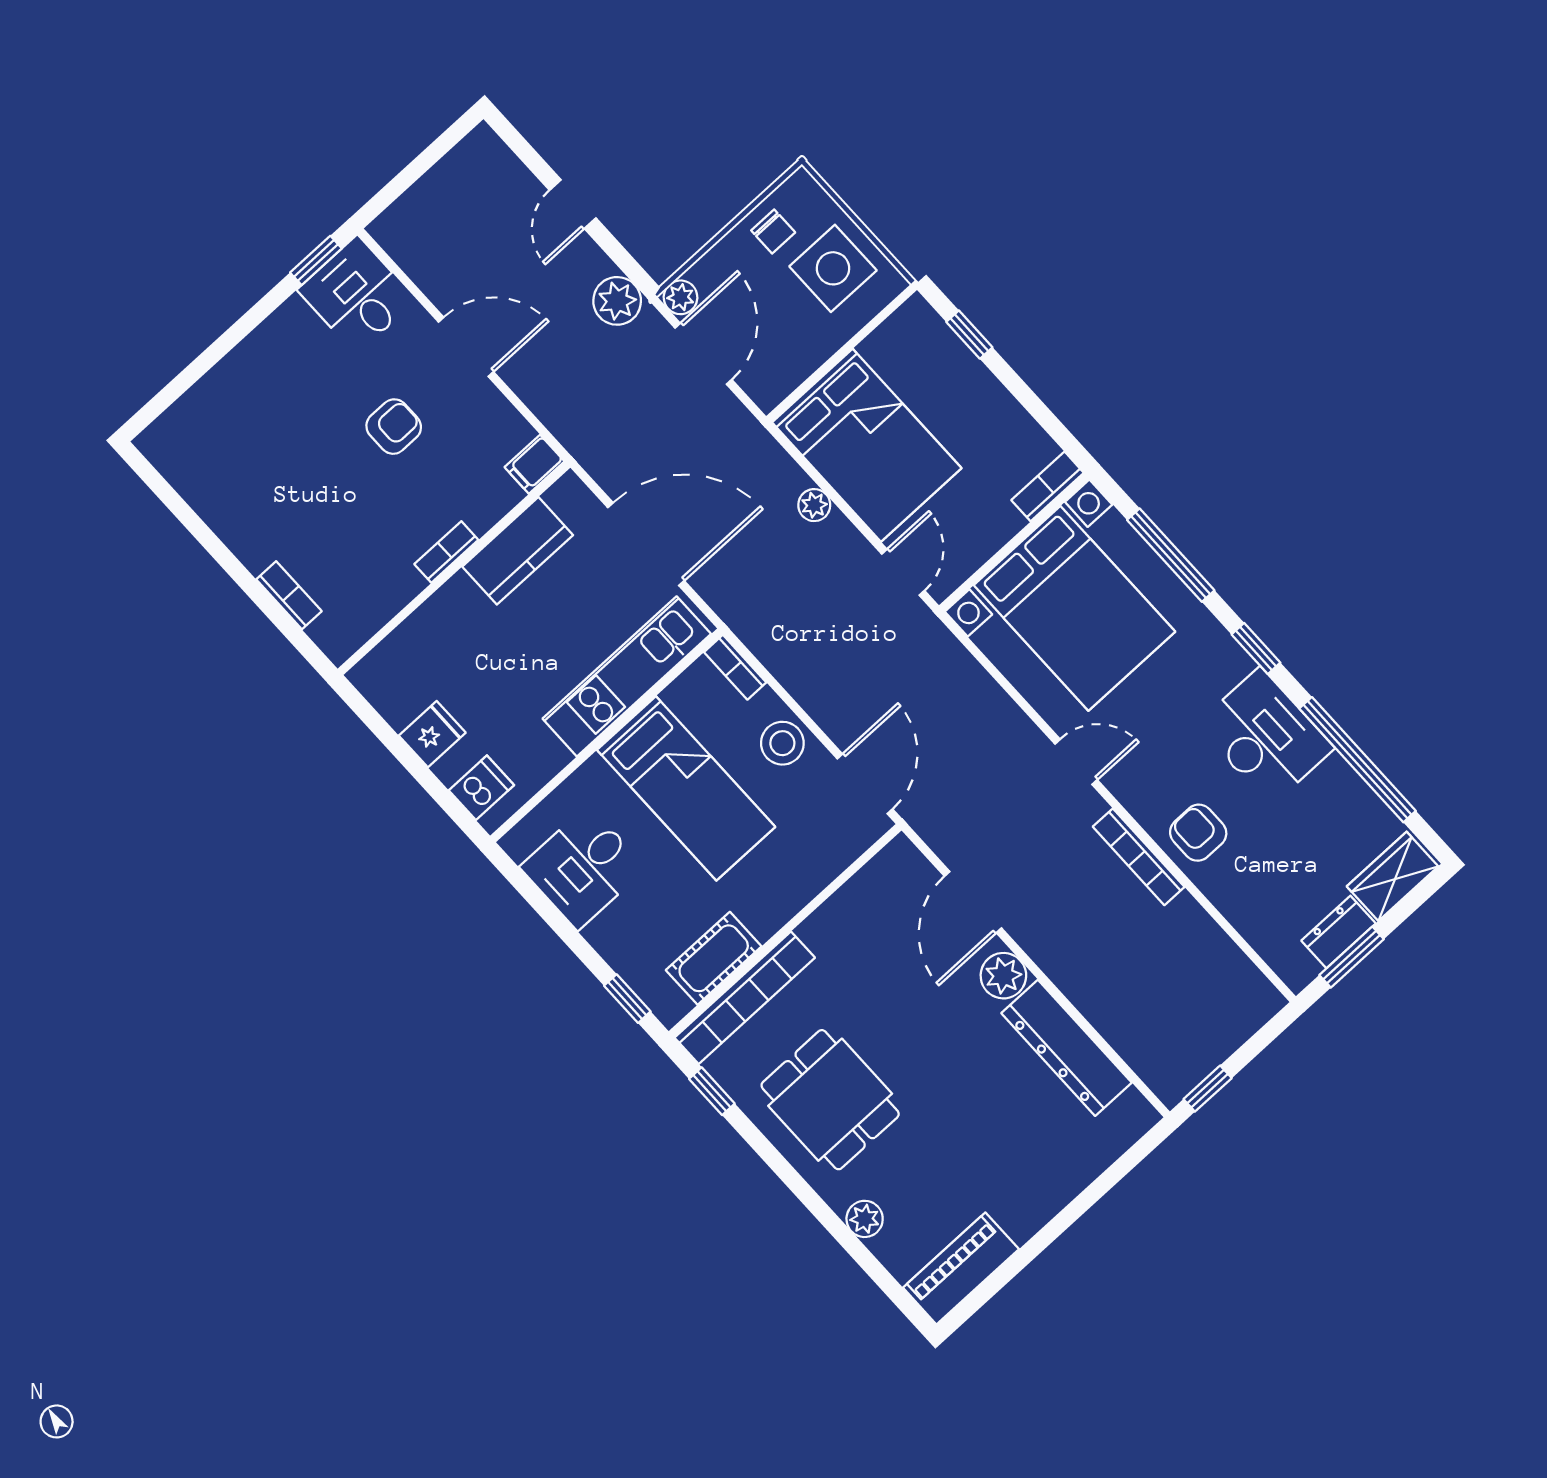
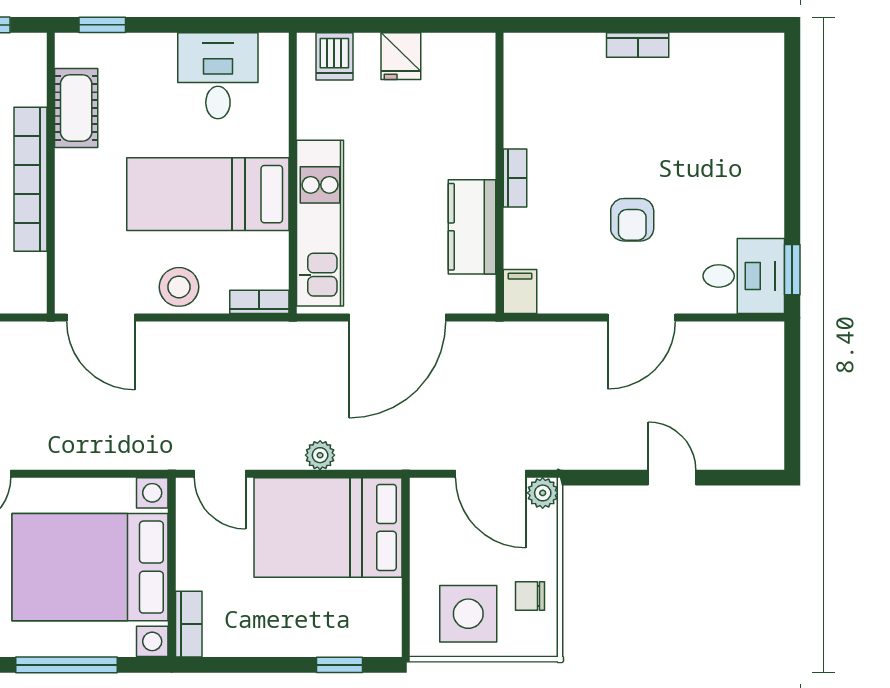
plant: (617, 301) -> (579, 448), removed
bookcase: (289, 595) -> (638, 45), moved
bookcase: (745, 998) -> (30, 179), moved

